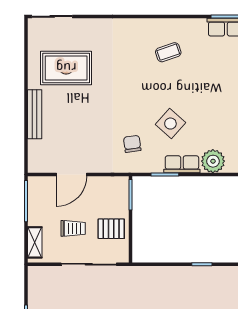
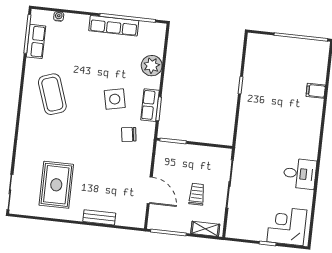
coffee table: (168, 52) -> (52, 94), width x1.86, depth x1.72
bench: (35, 114) -> (99, 217), width x0.73
side table: (170, 124) -> (115, 99), turned 36
row of seats: (182, 164) -> (150, 105), moved
pallet: (111, 229) -> (201, 161), removed

